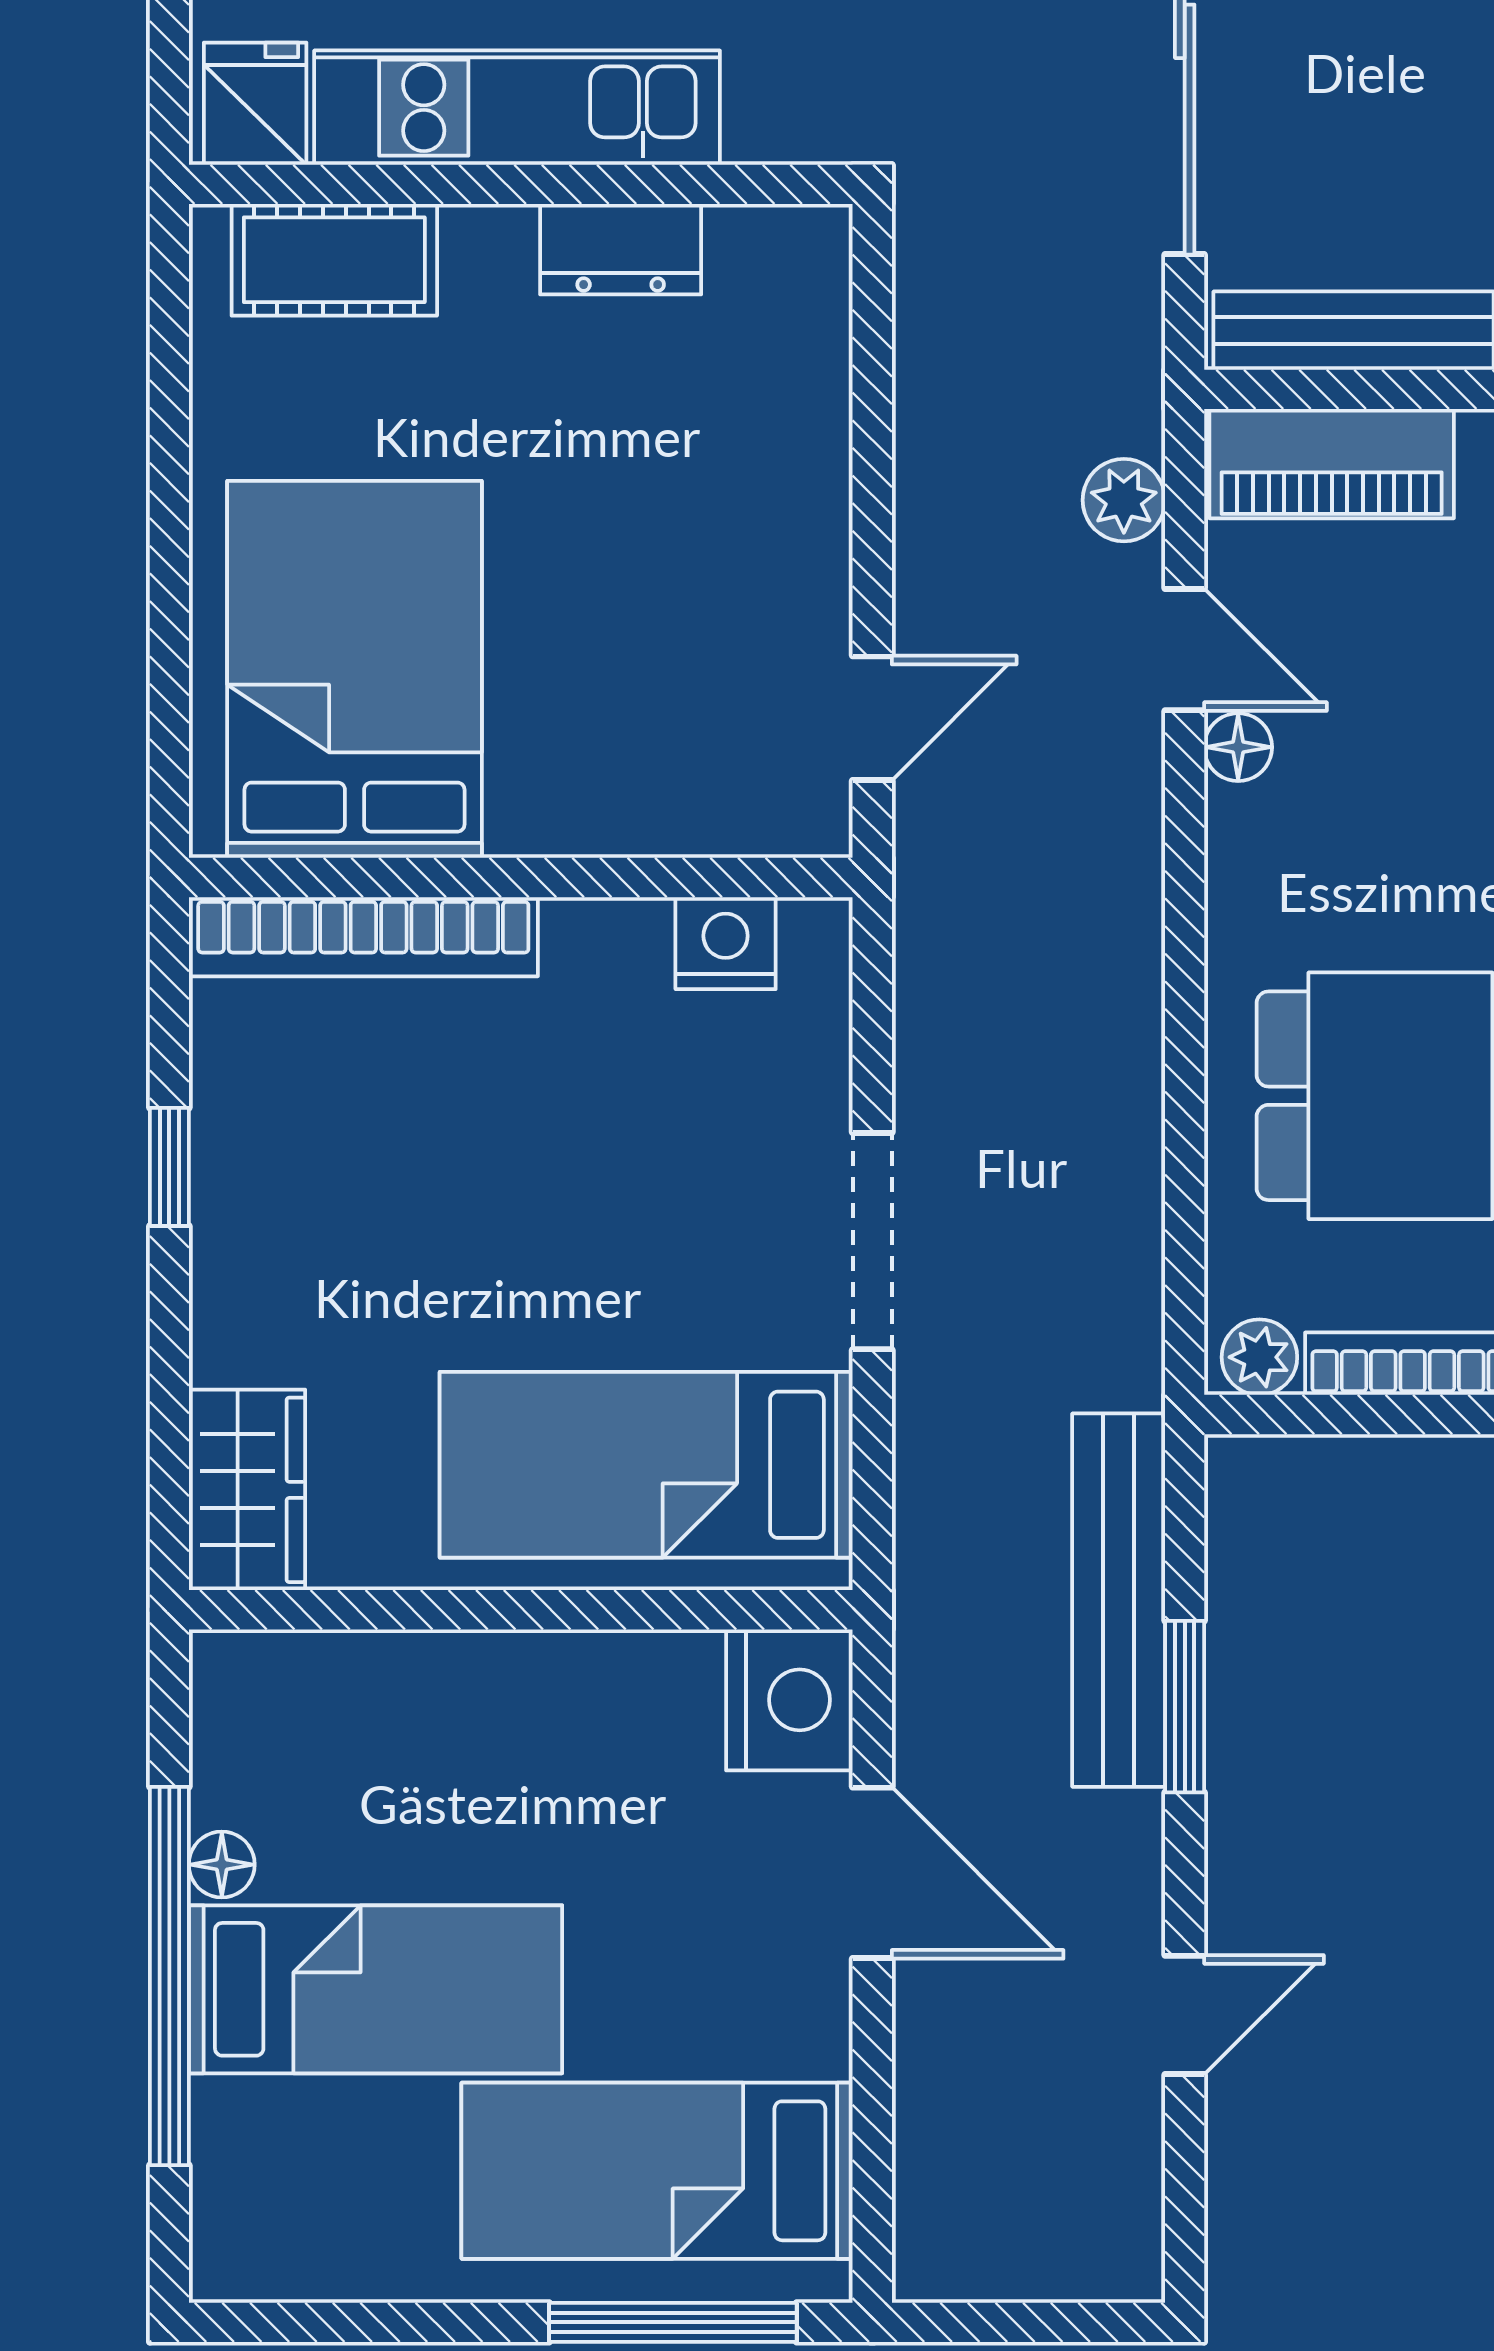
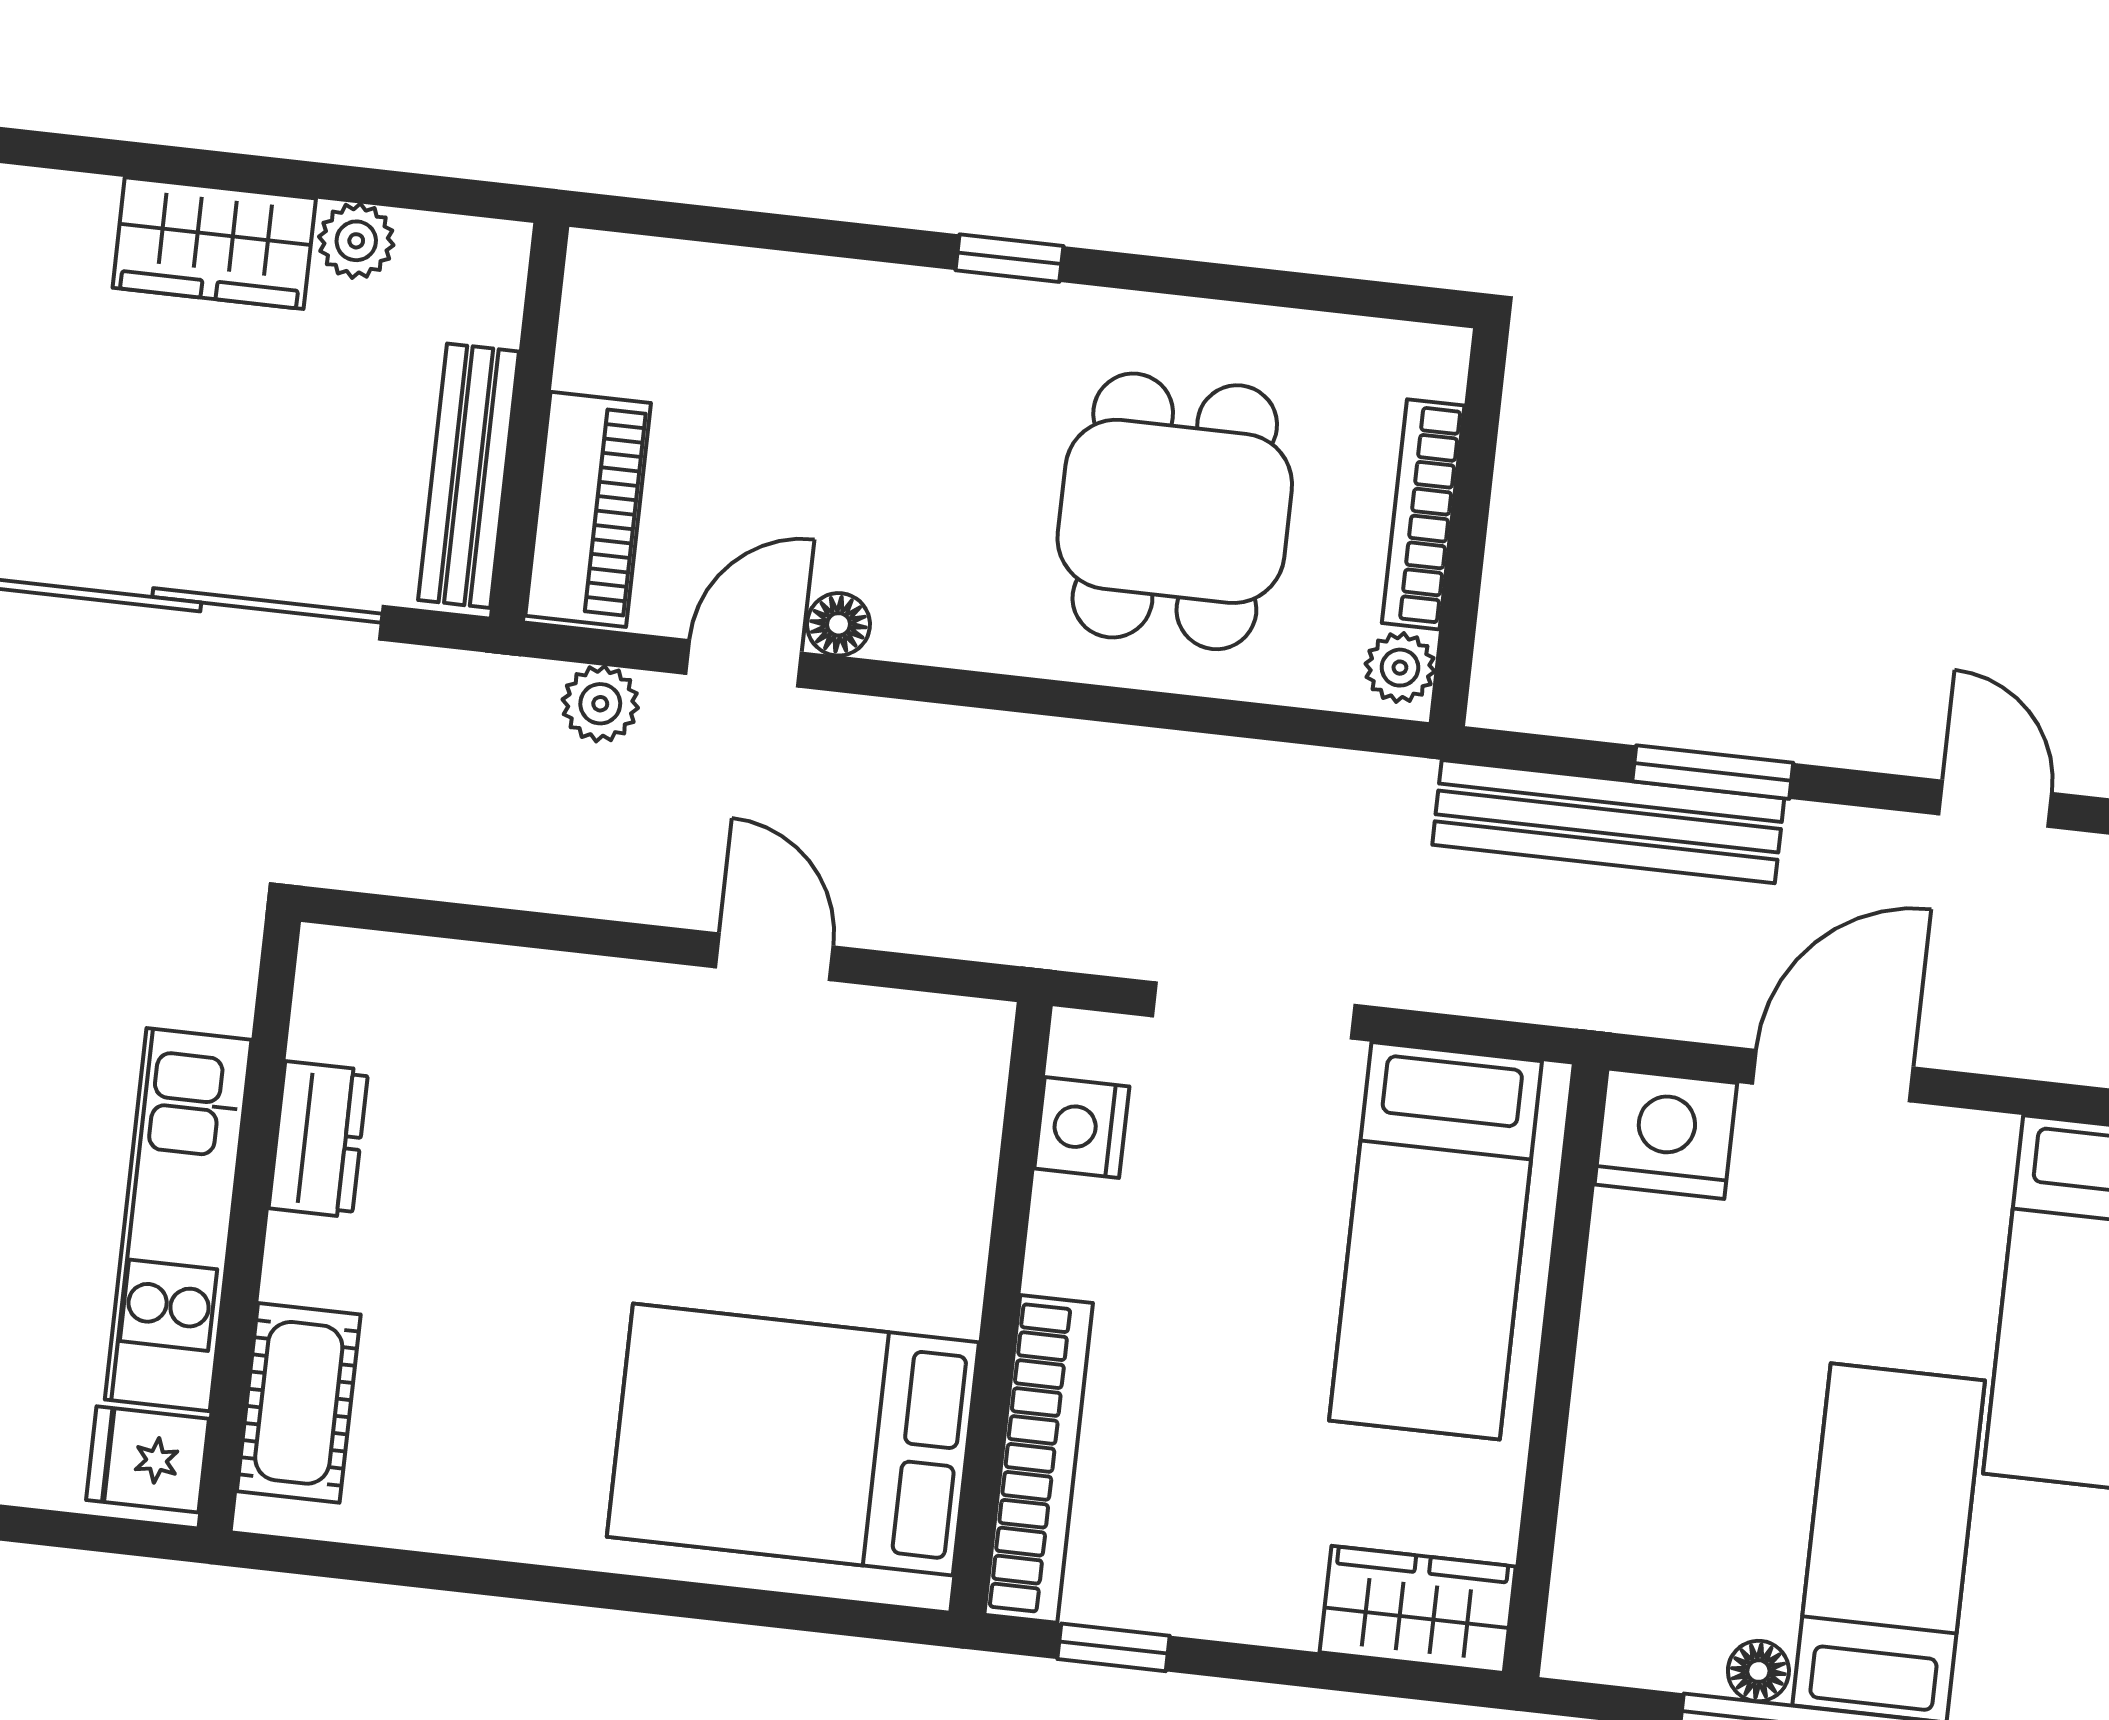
bed: (354, 669) -> (793, 1440), moved
wall: (521, 878) -> (1001, 1308), moved
bookcase: (363, 937) -> (1039, 1459), moved
nightstand: (726, 943) -> (1082, 1127), moved

